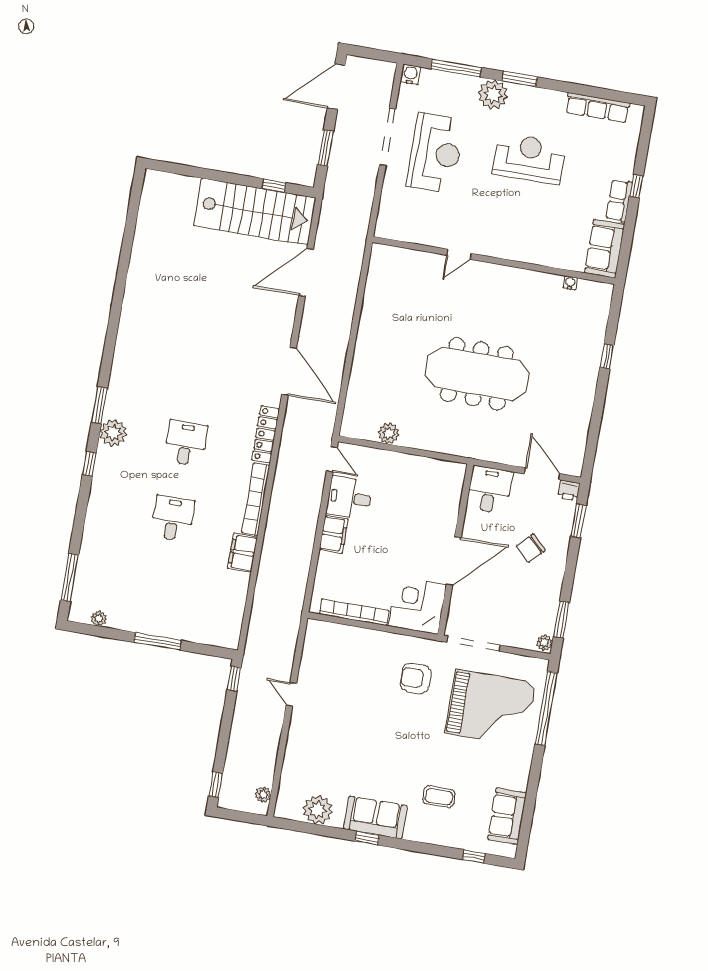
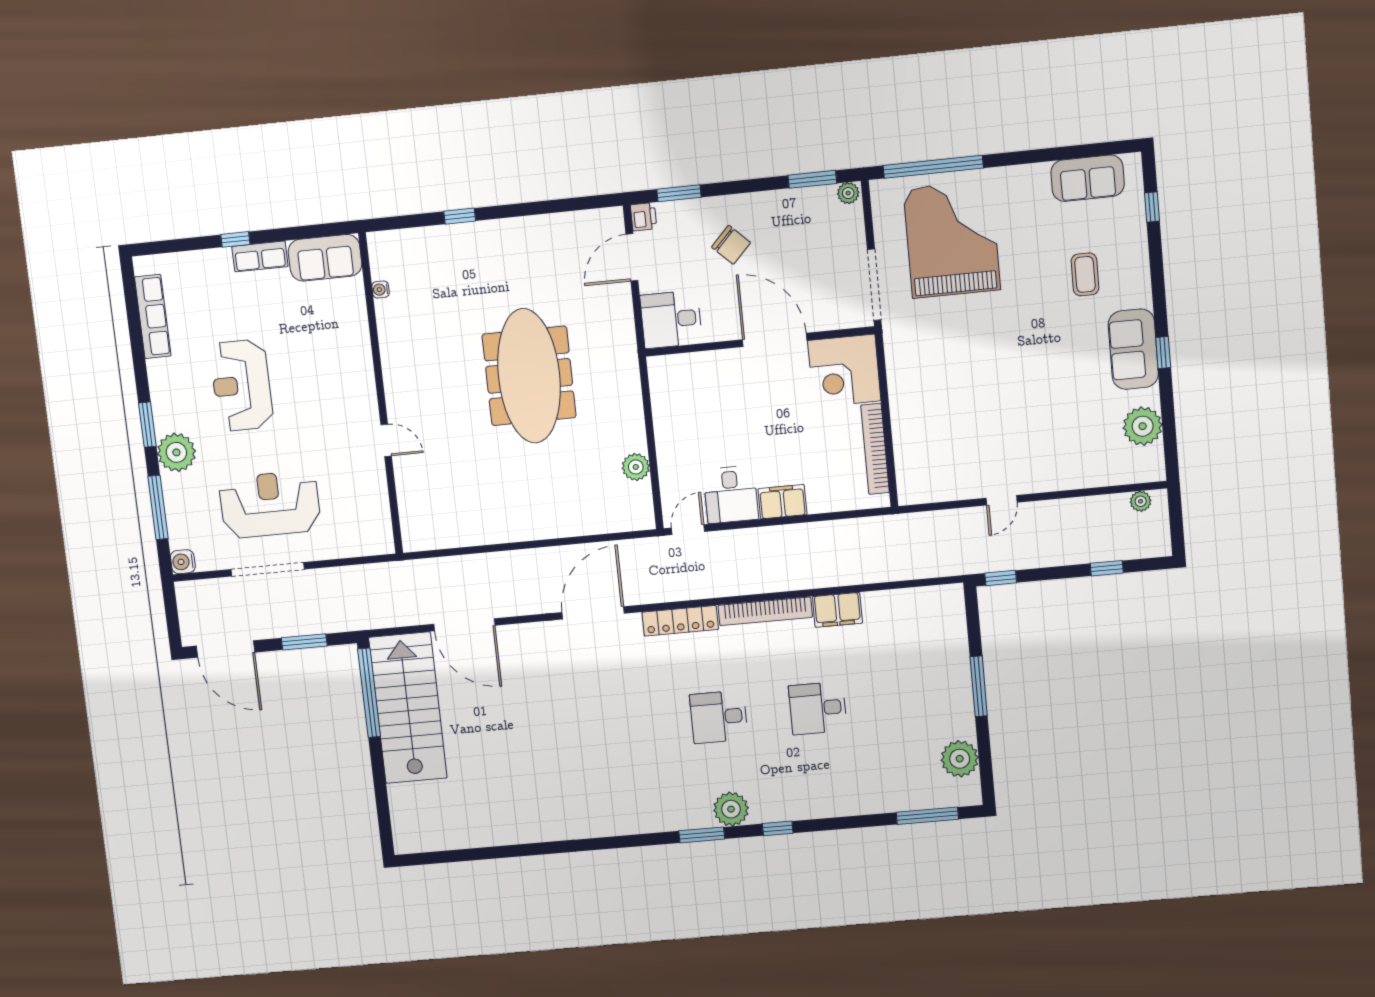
window: (274, 186) -> (369, 693), width x3.17
plant: (99, 618) -> (960, 759), width x1.87, depth x1.87
armchair: (416, 678) -> (939, 347), removed
window: (216, 785) -> (1107, 568), moved

